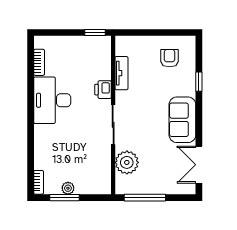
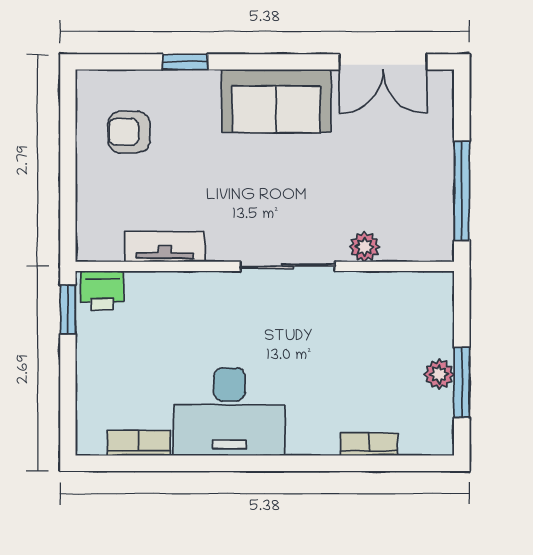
printer: (103, 90) -> (102, 290), moved
plant: (127, 162) -> (365, 247), width x0.53, depth x0.53
bookcase: (39, 182) -> (369, 444), moved

